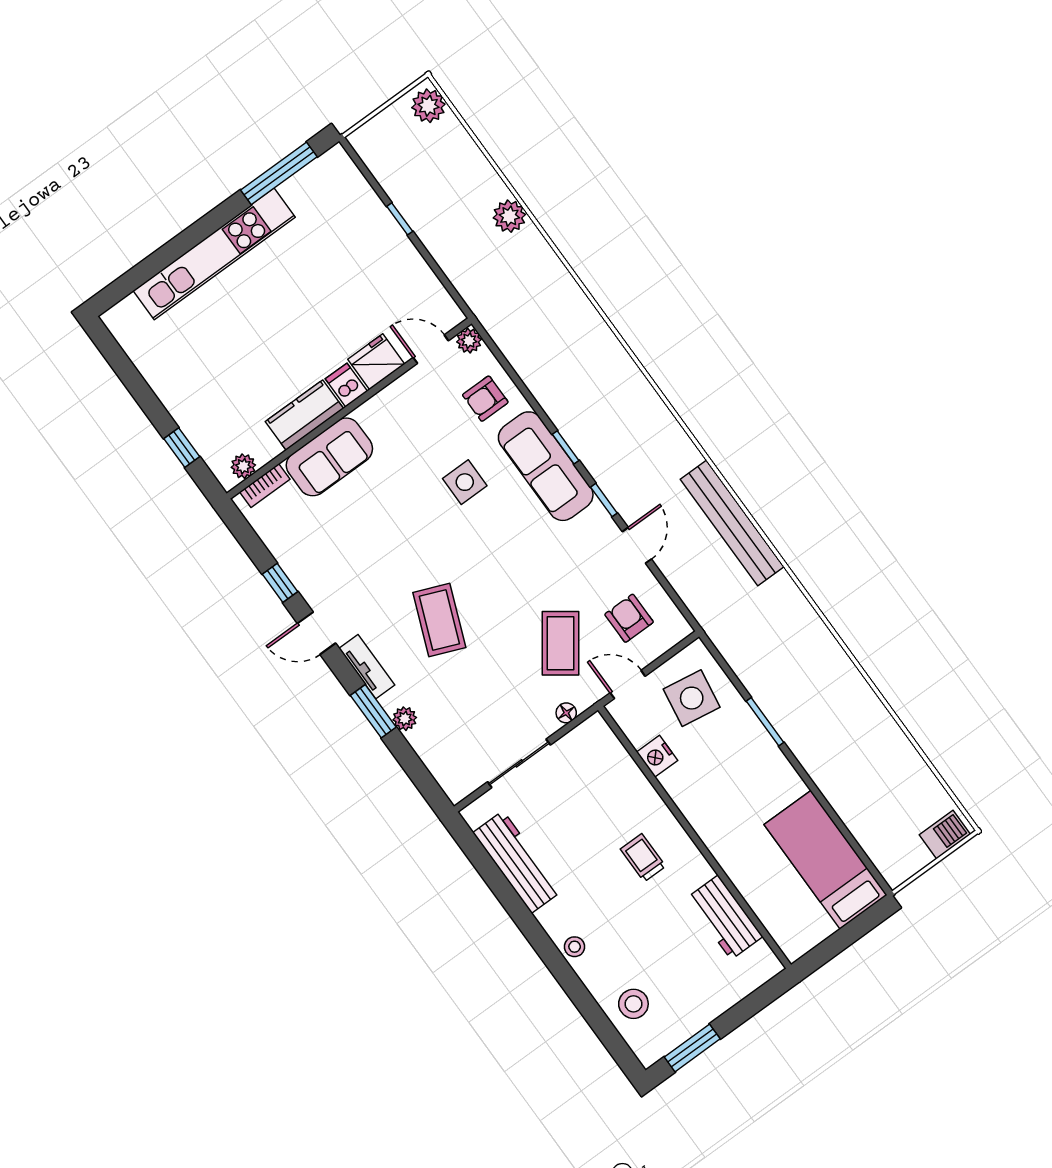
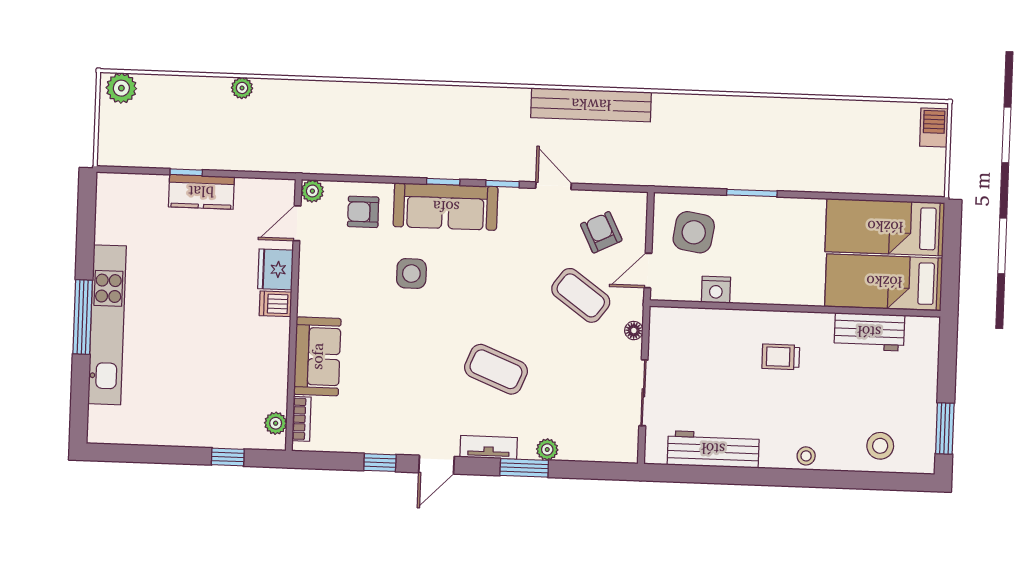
window: (279, 173) -> (83, 317), moved
plant: (509, 216) -> (242, 88), width x0.73, depth x0.73
armchair: (485, 399) -> (363, 212), turned 90
kitchen counter: (304, 415) -> (201, 192), moved, turned -90
armchair: (629, 618) -> (601, 232), turned 64
bed: (777, 896) -> (884, 282), added

